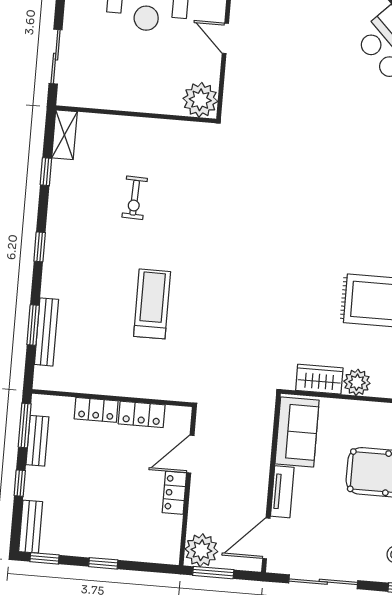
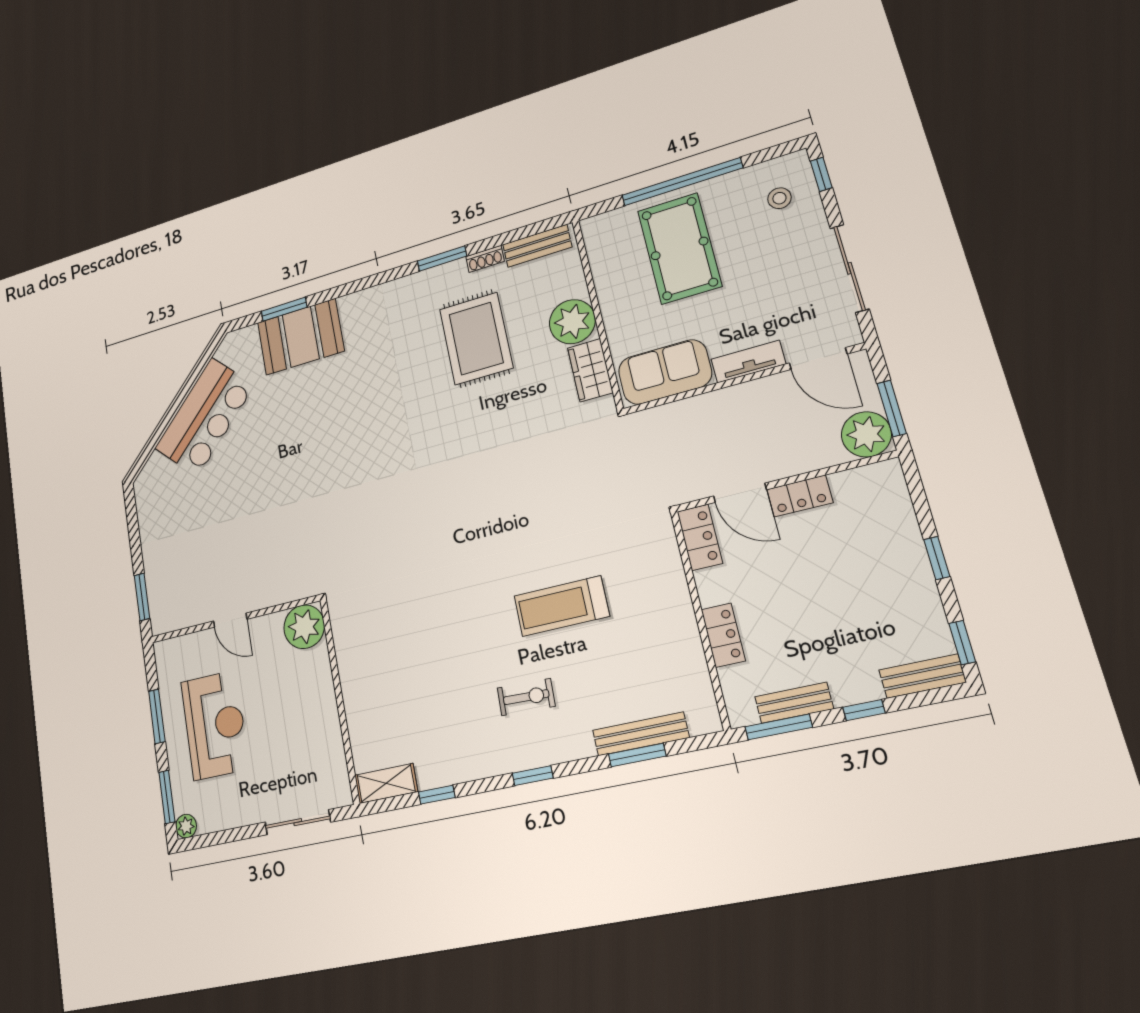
door: (225, 38) -> (230, 620), hinge flipped
exercise bike: (135, 198) -> (526, 697), moved
plant: (357, 382) -> (572, 322), width x1.36, depth x1.36
locker: (142, 414) -> (700, 537), moved

